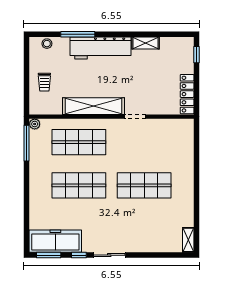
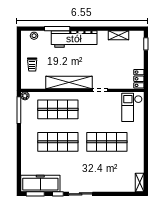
shelving: (146, 43) -> (119, 35), moved
locker: (187, 94) -> (139, 79), width x0.66
checkout: (178, 139) -> (132, 107), added

